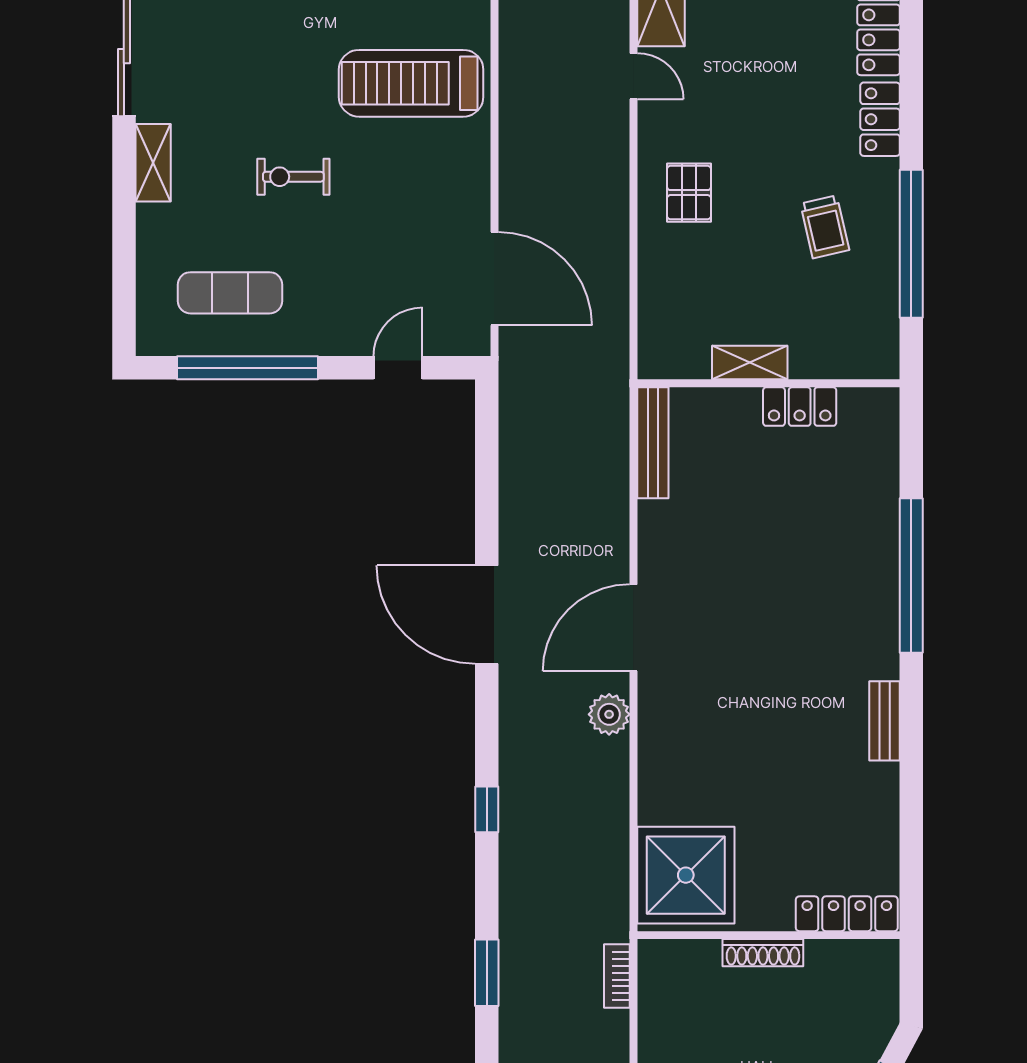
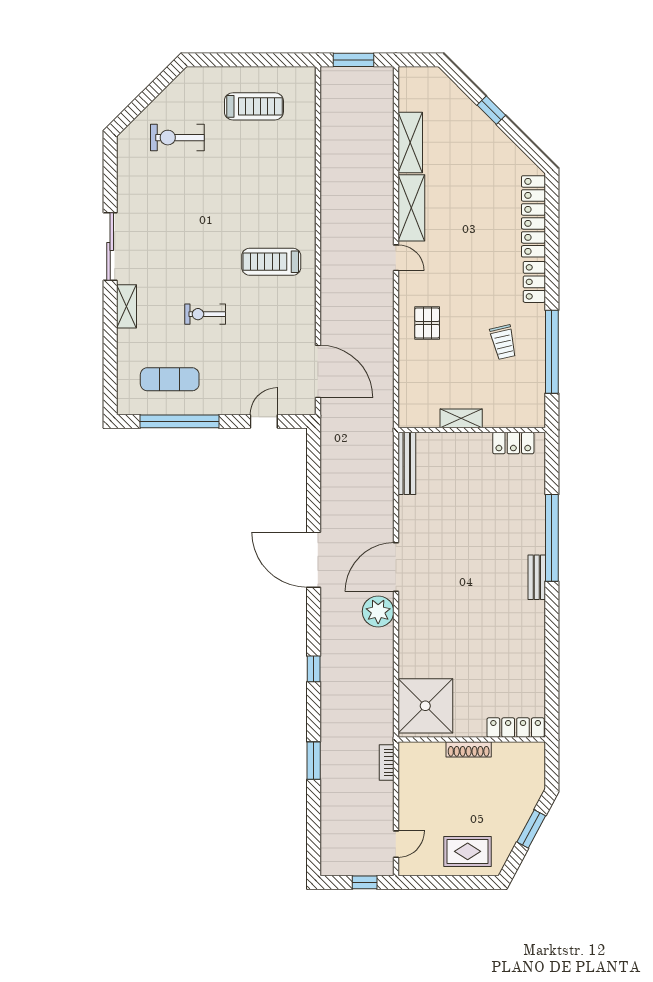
treadmill: (411, 83) -> (271, 262), width x0.73, depth x0.73
locker: (800, 407) -> (513, 443), moved
plant: (609, 714) -> (378, 611), width x1.36, depth x1.36
bench: (885, 721) -> (537, 577), moved

